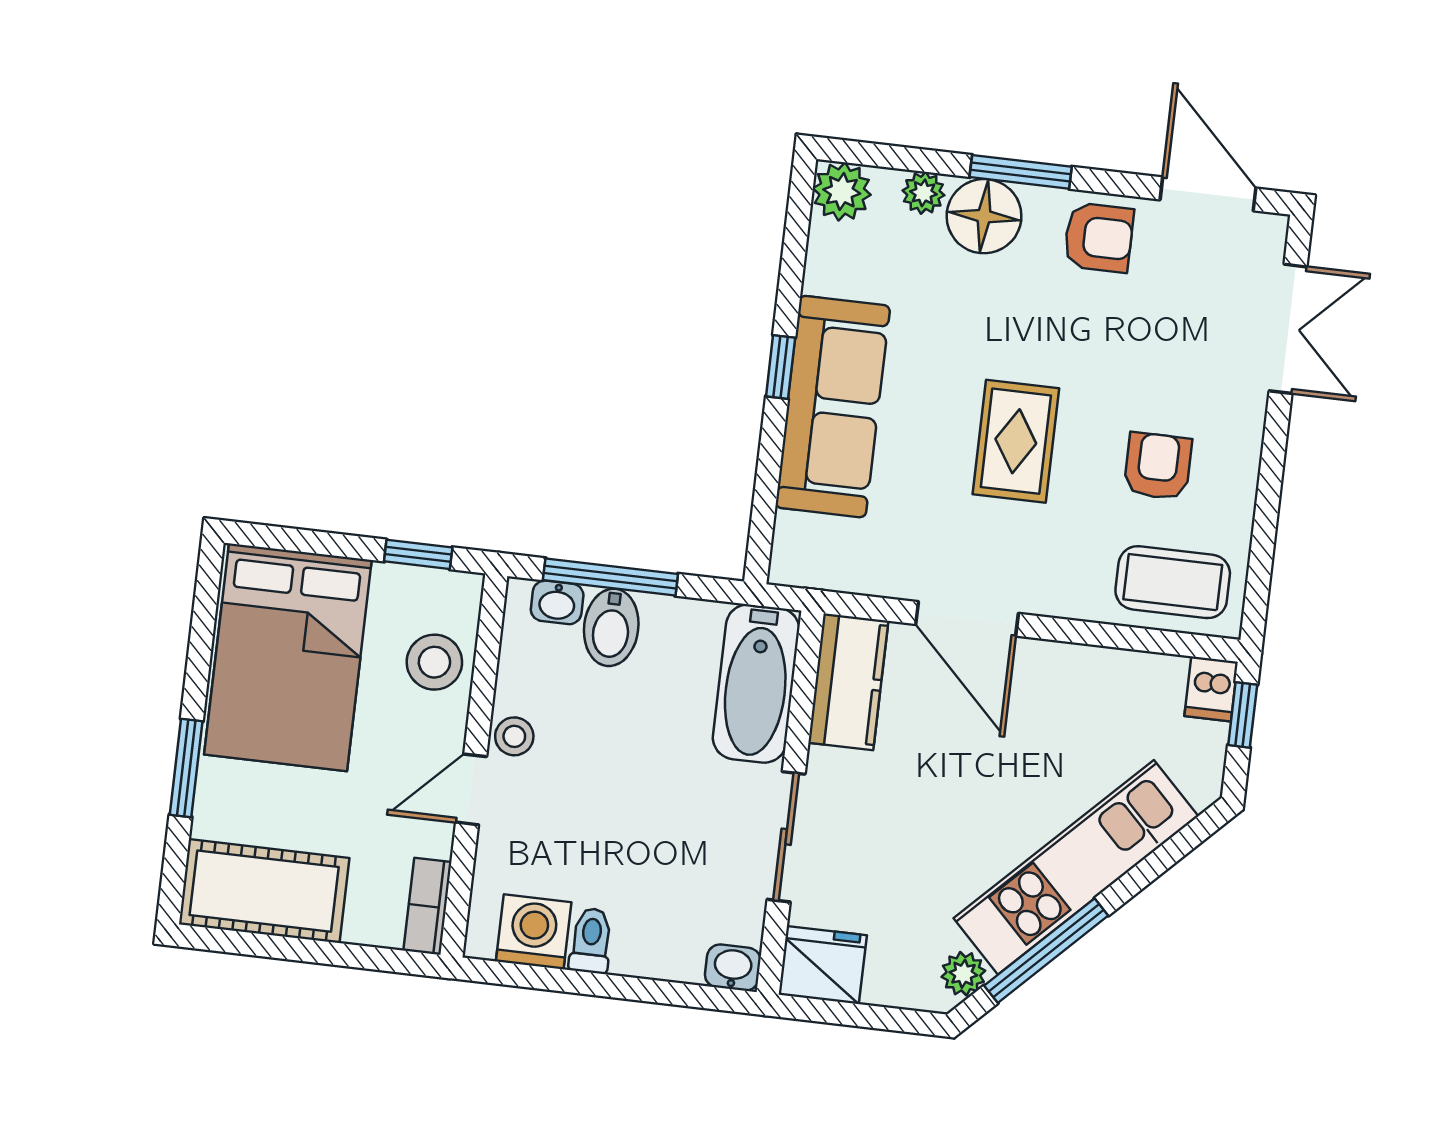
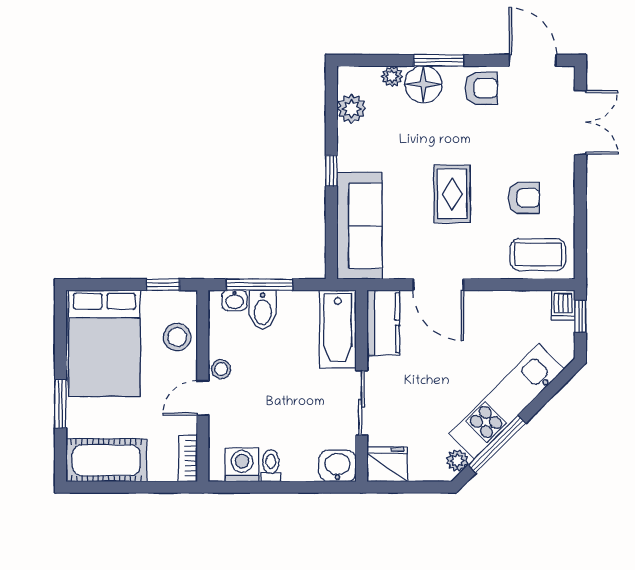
plant: (842, 192) -> (351, 109), moved
sofa: (833, 407) -> (359, 226), moved
armchair: (1158, 466) -> (524, 198), turned 90
washbasin: (733, 968) -> (338, 466), width x1.38, depth x1.45

